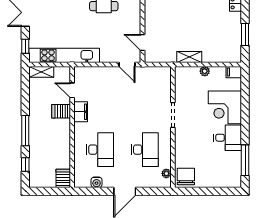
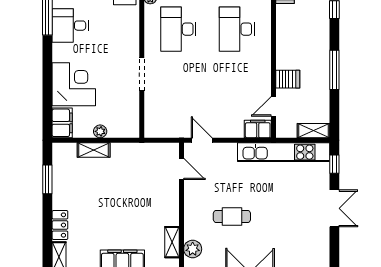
shelving: (189, 57) -> (94, 150), moved
filing cabinet: (234, 72) -> (62, 123), width x2.00
door: (72, 90) -> (273, 106), swing flipped
filing cabinet: (81, 112) -> (258, 129), moved, turned 90
window: (25, 131) -> (334, 70), moved
desk: (228, 138) -> (70, 26), moved

